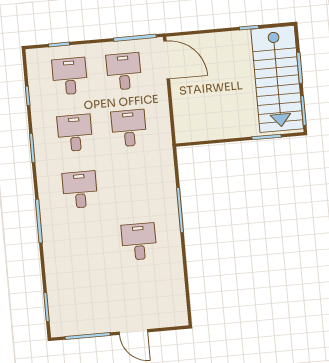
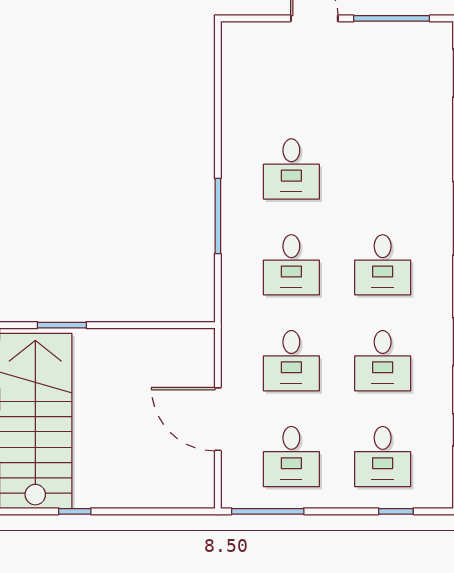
door: (167, 60) -> (218, 419), moved
desk: (134, 185) -> (291, 265), added

